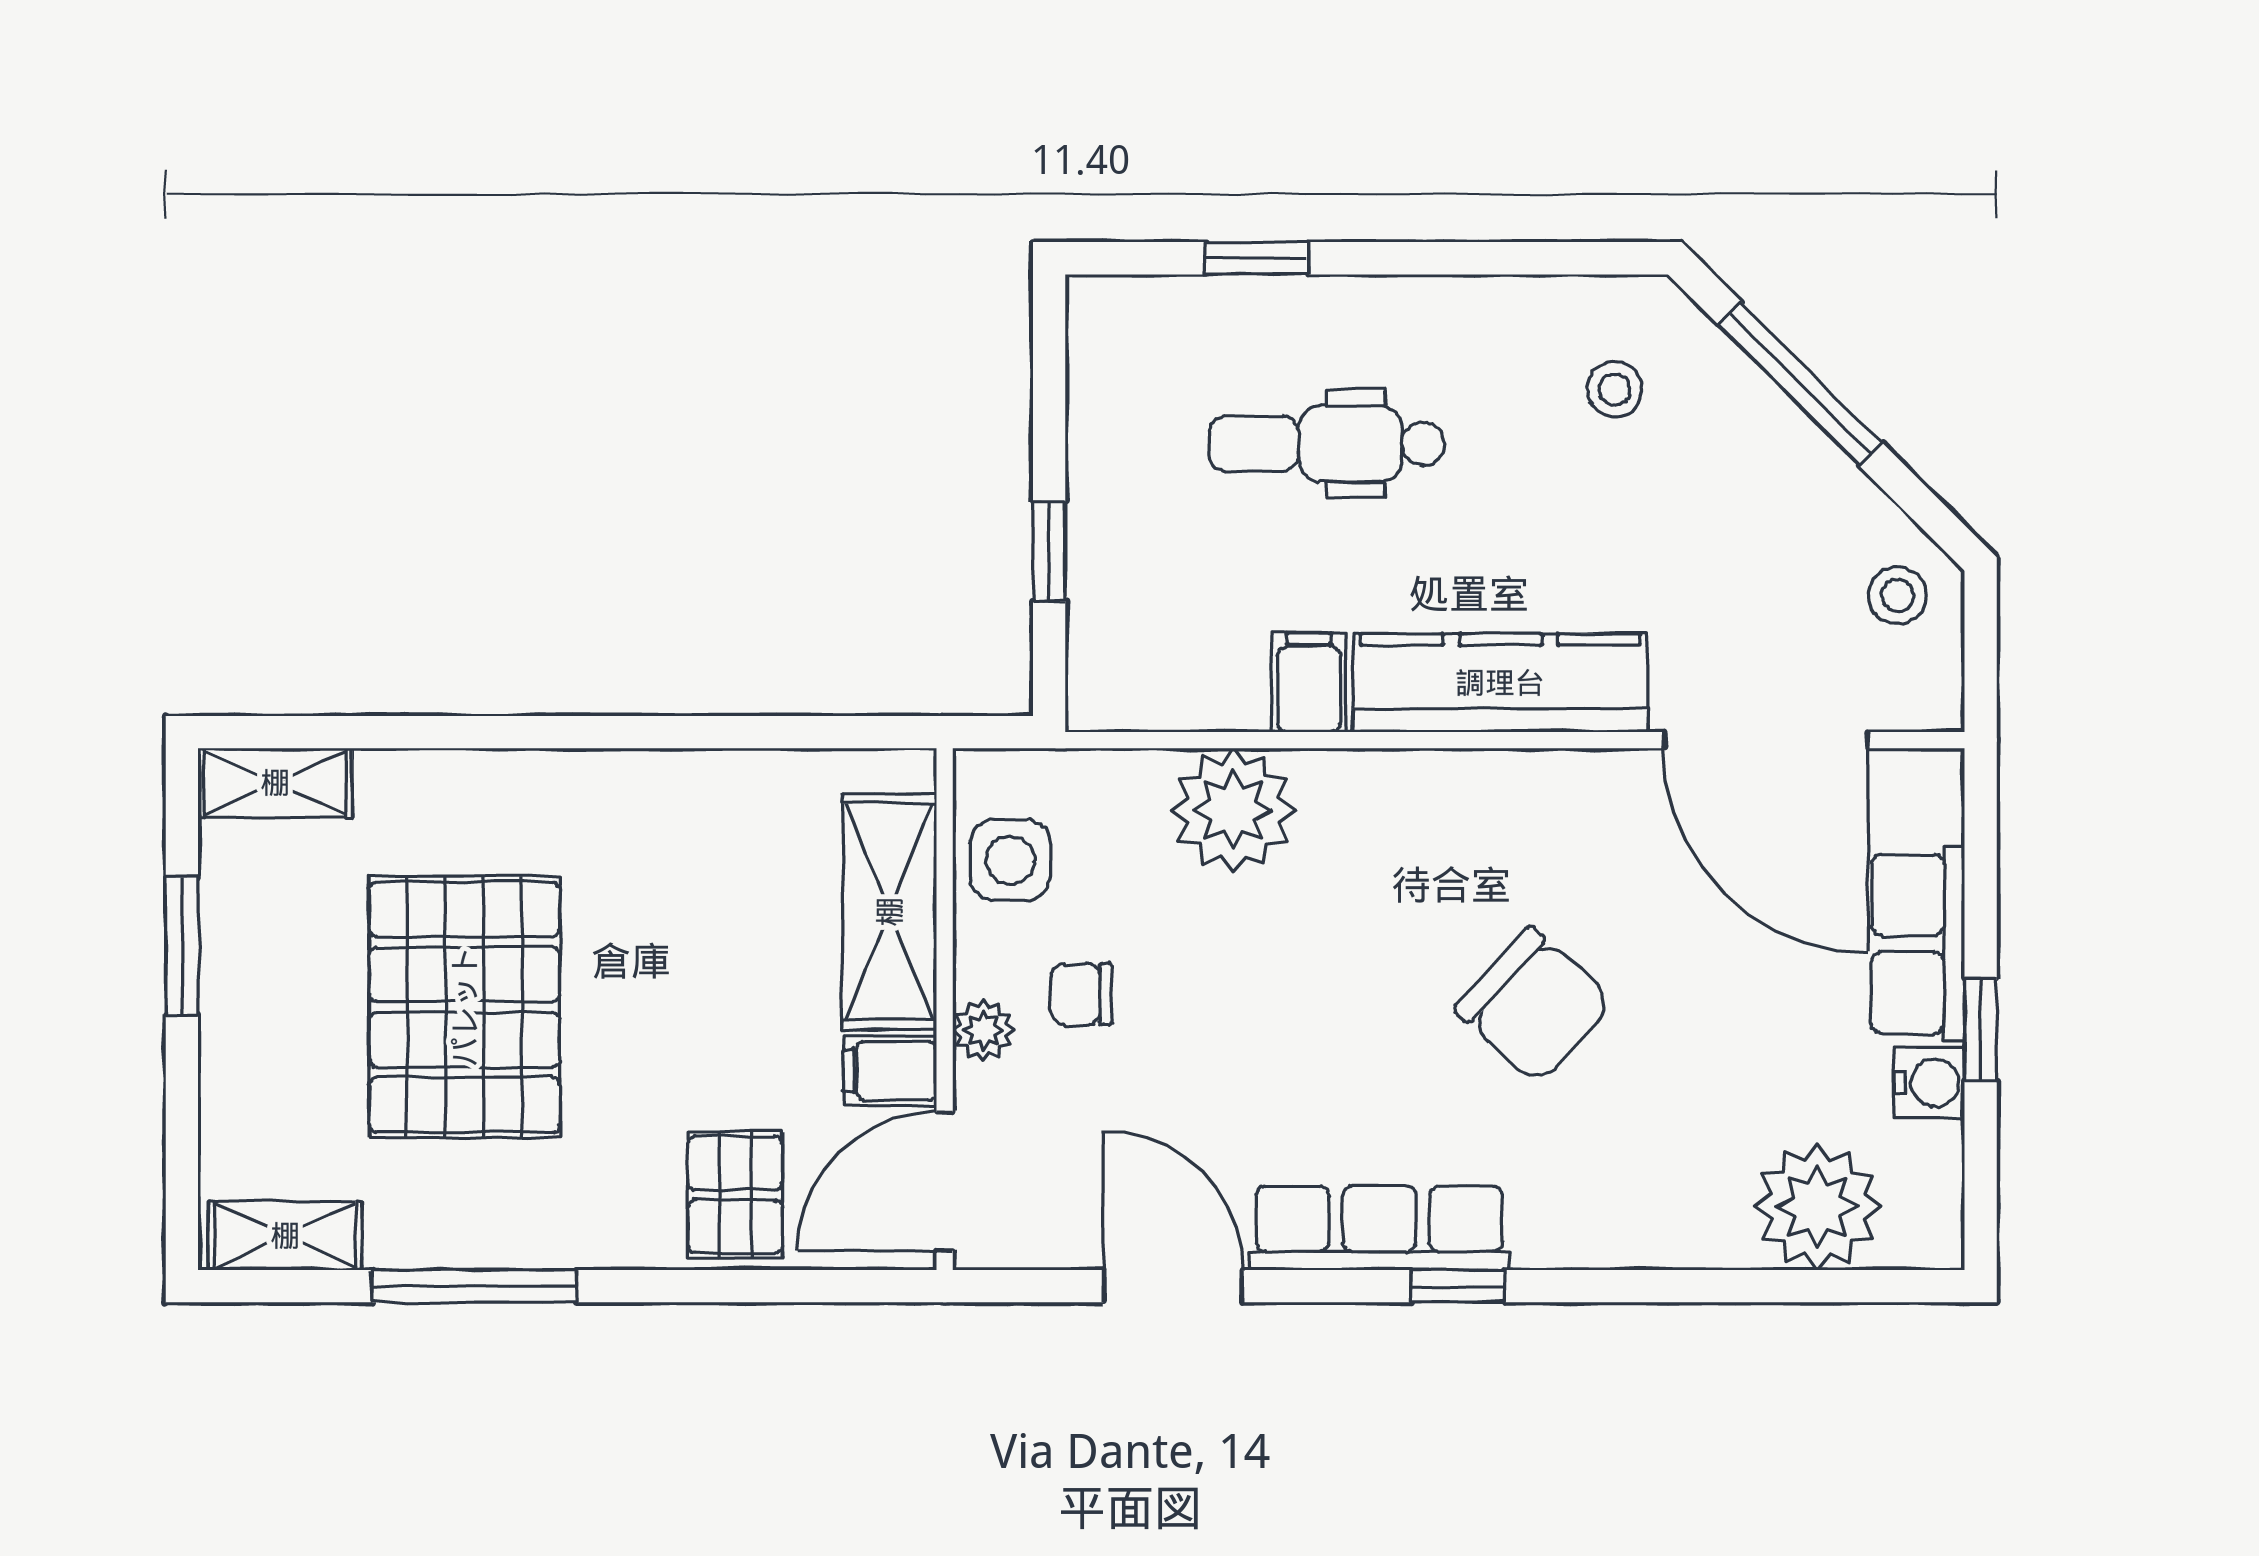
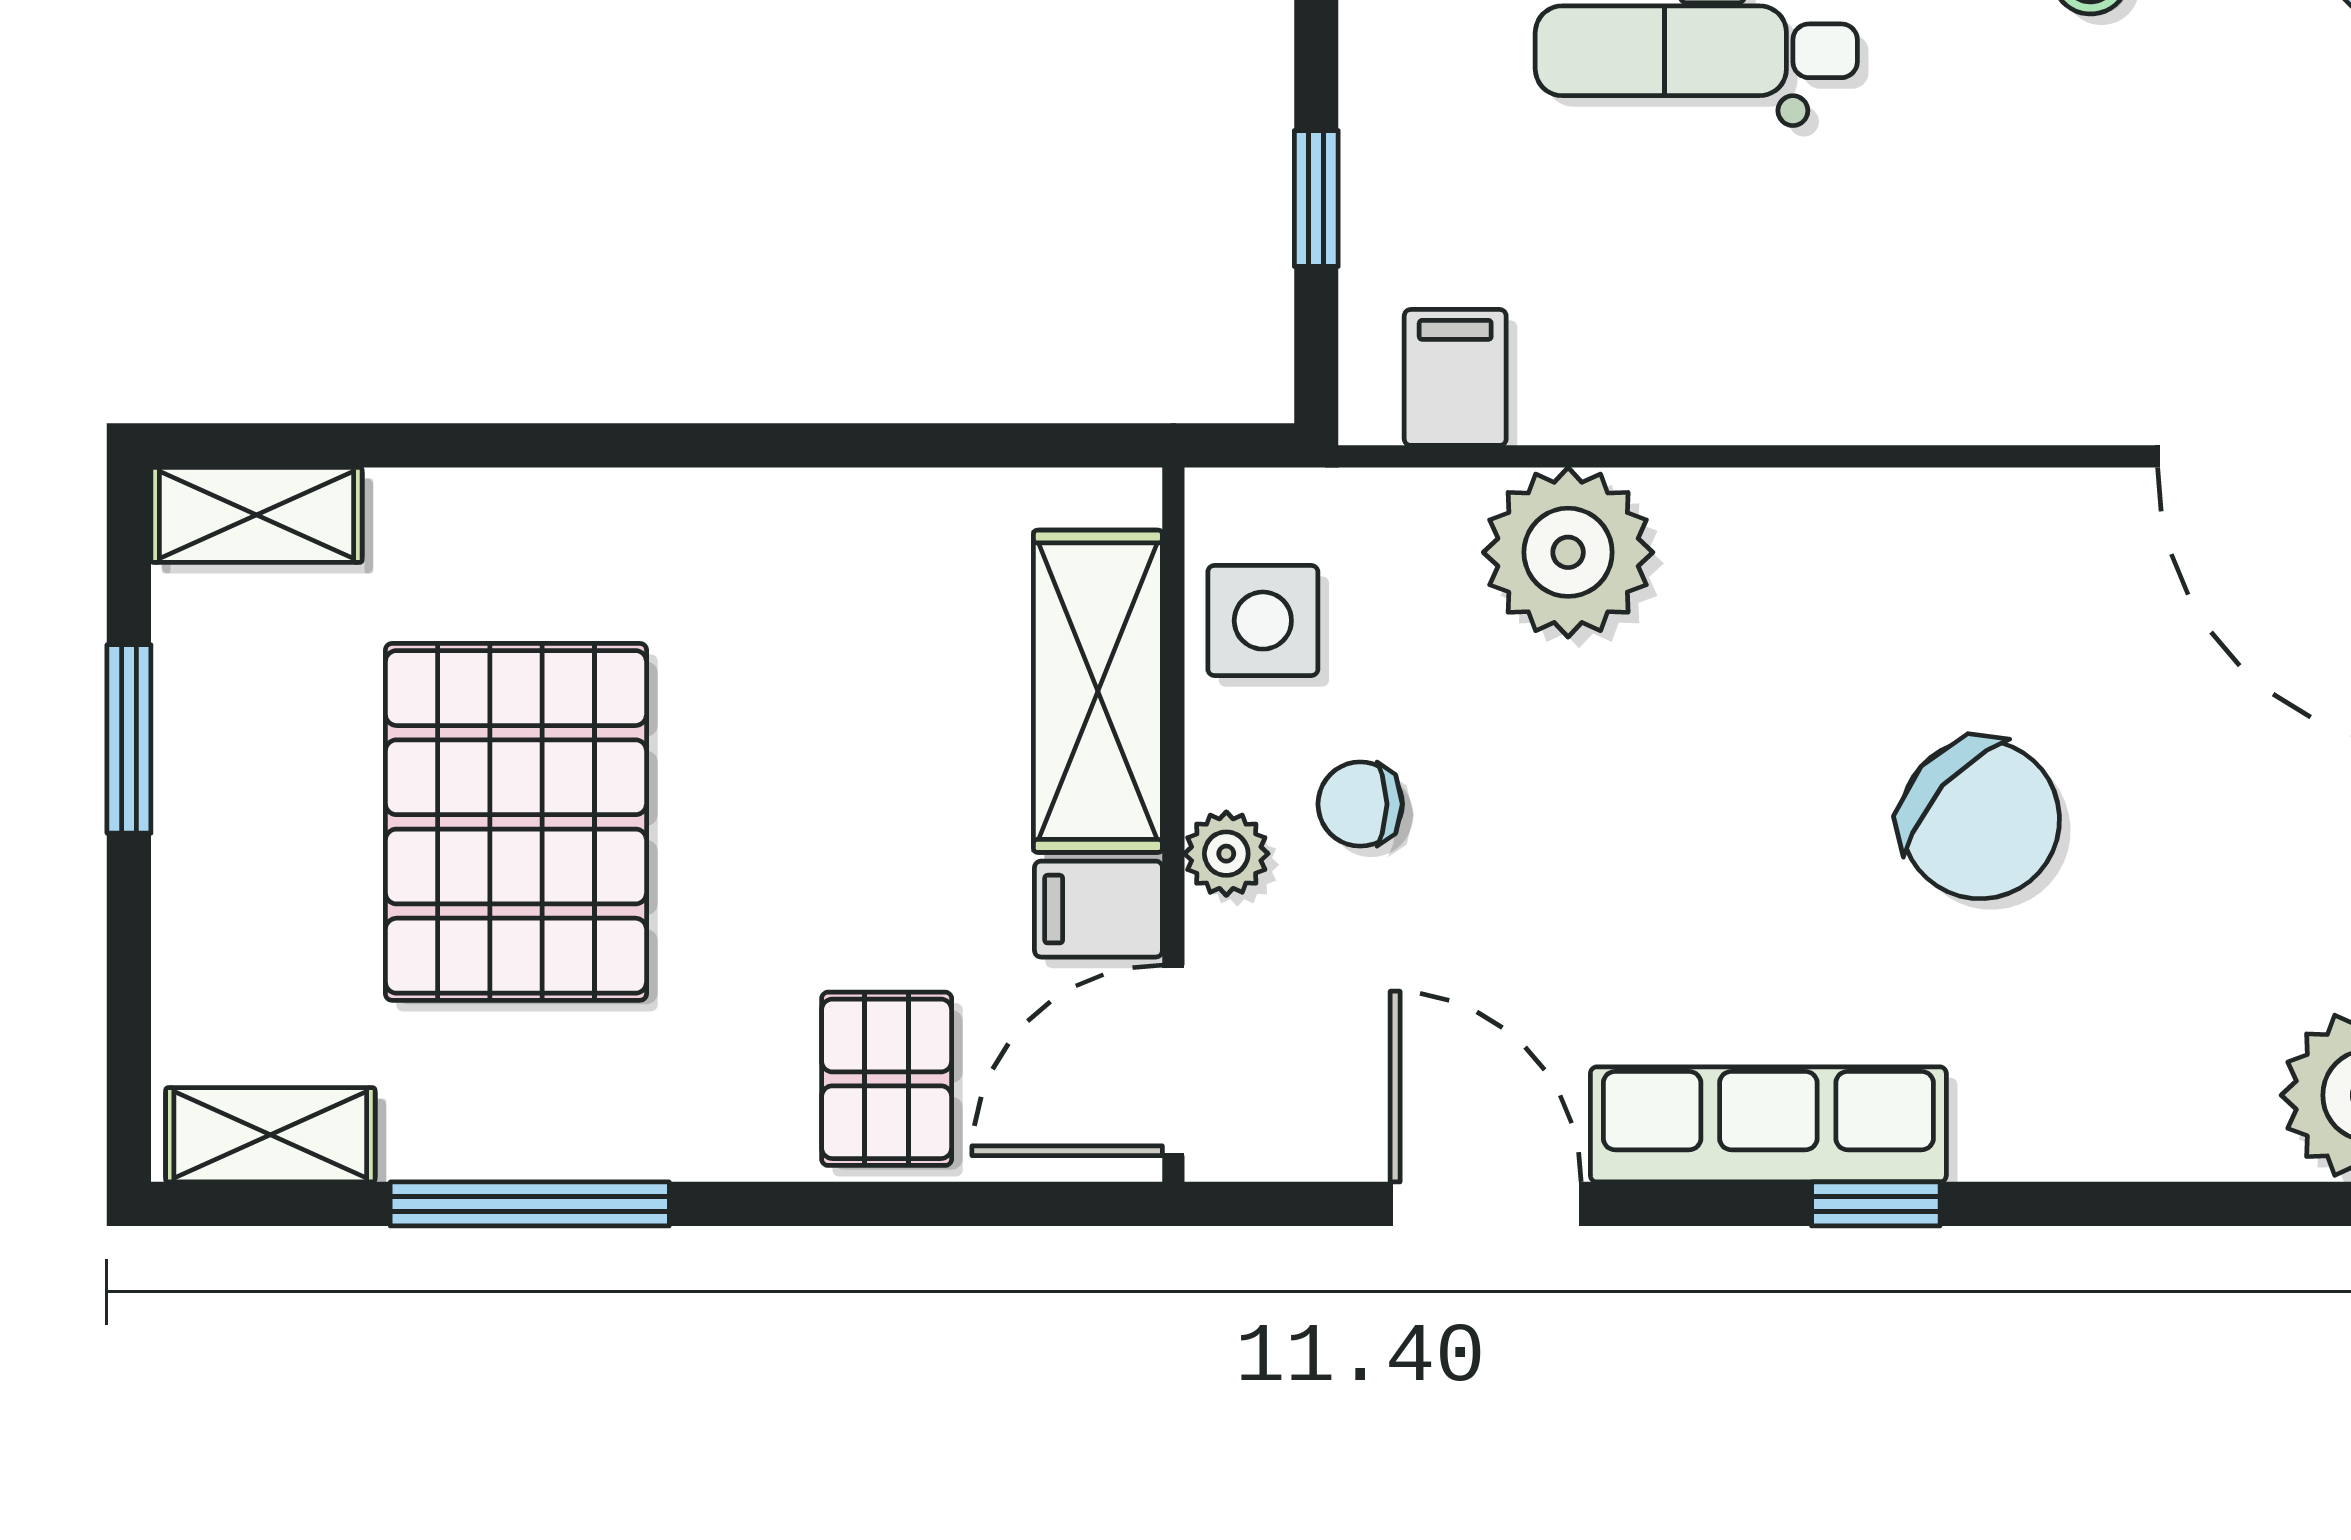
filing cabinet: (1309, 682) -> (1455, 377), moved
kitchen counter: (1500, 683) -> (1934, 378), removed

